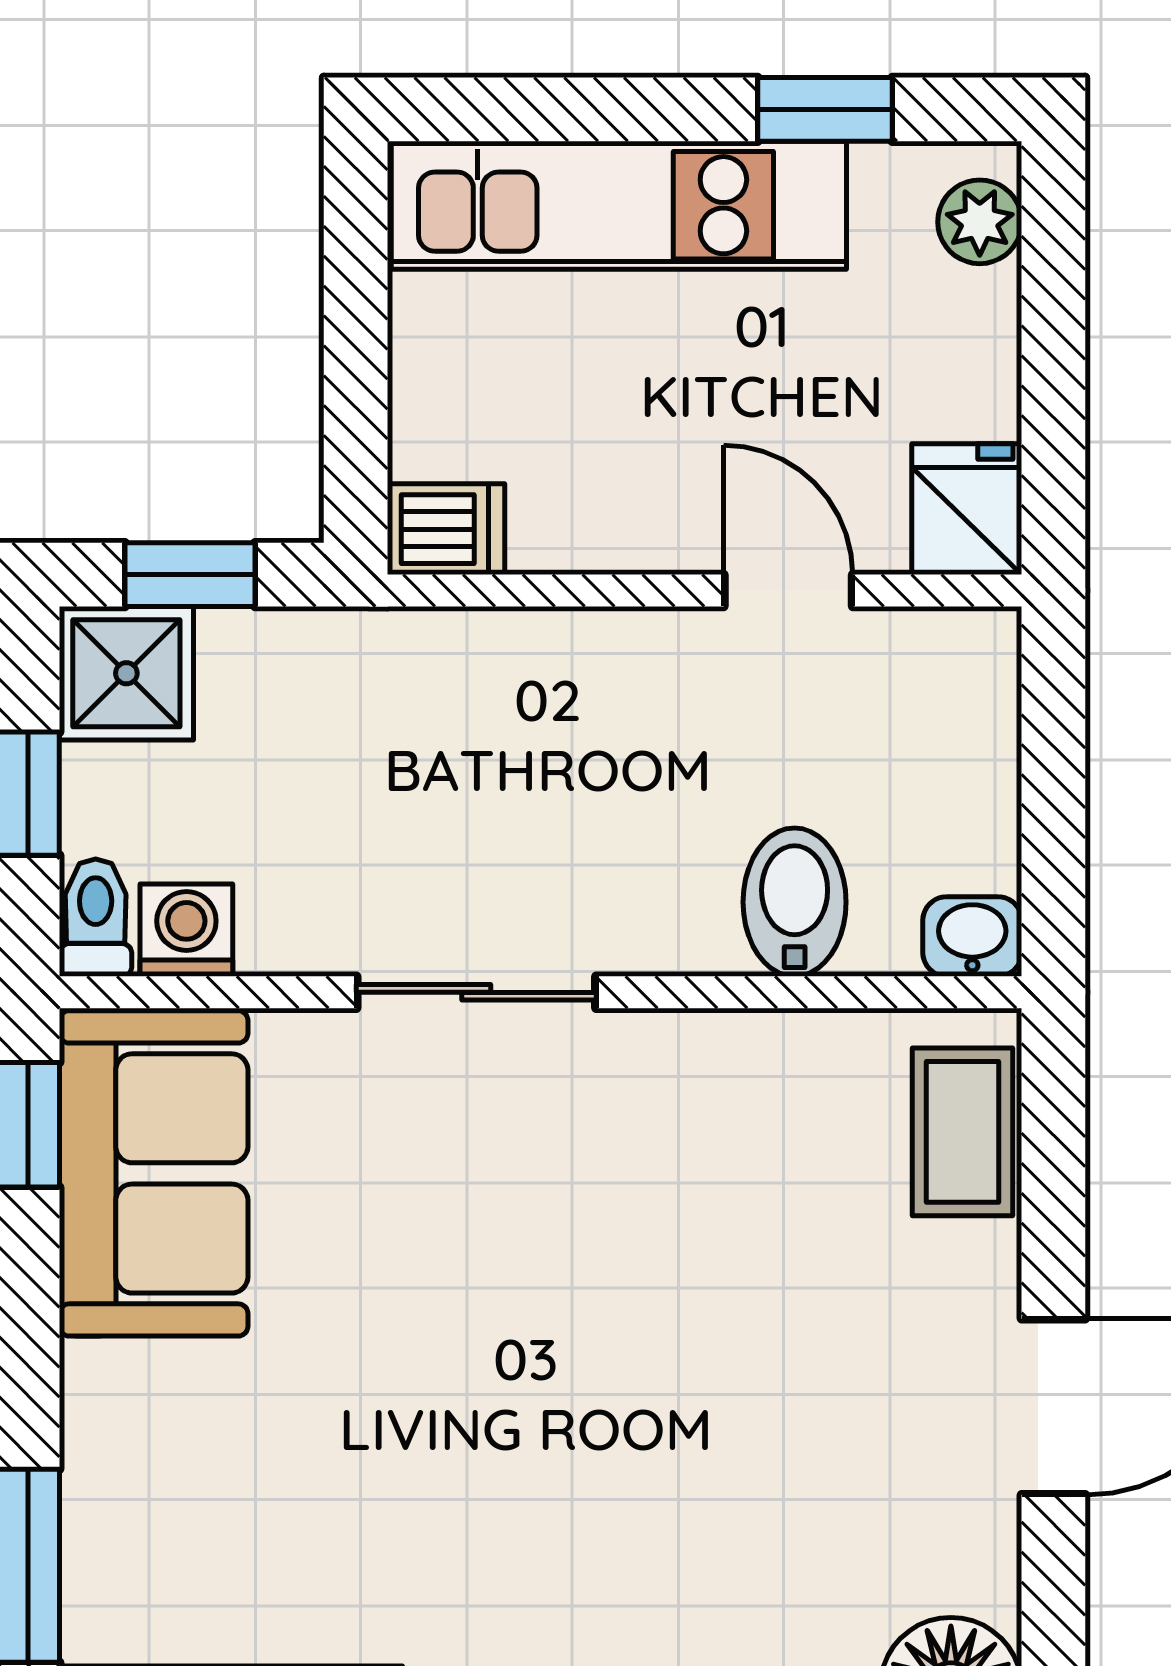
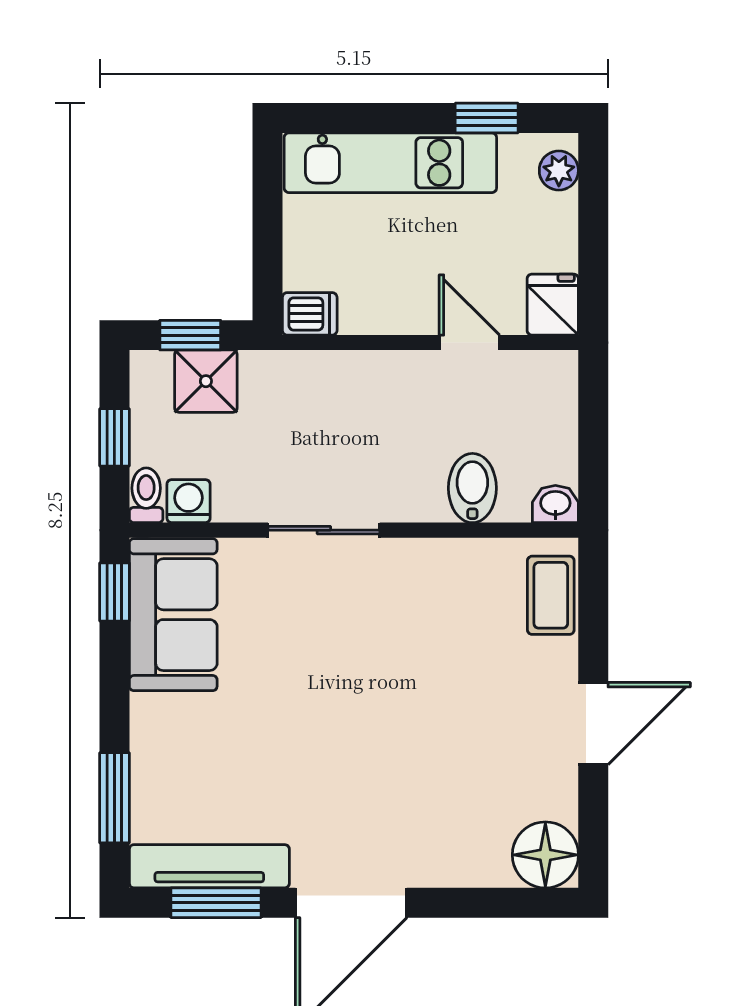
shower: (126, 673) -> (206, 381), moved

